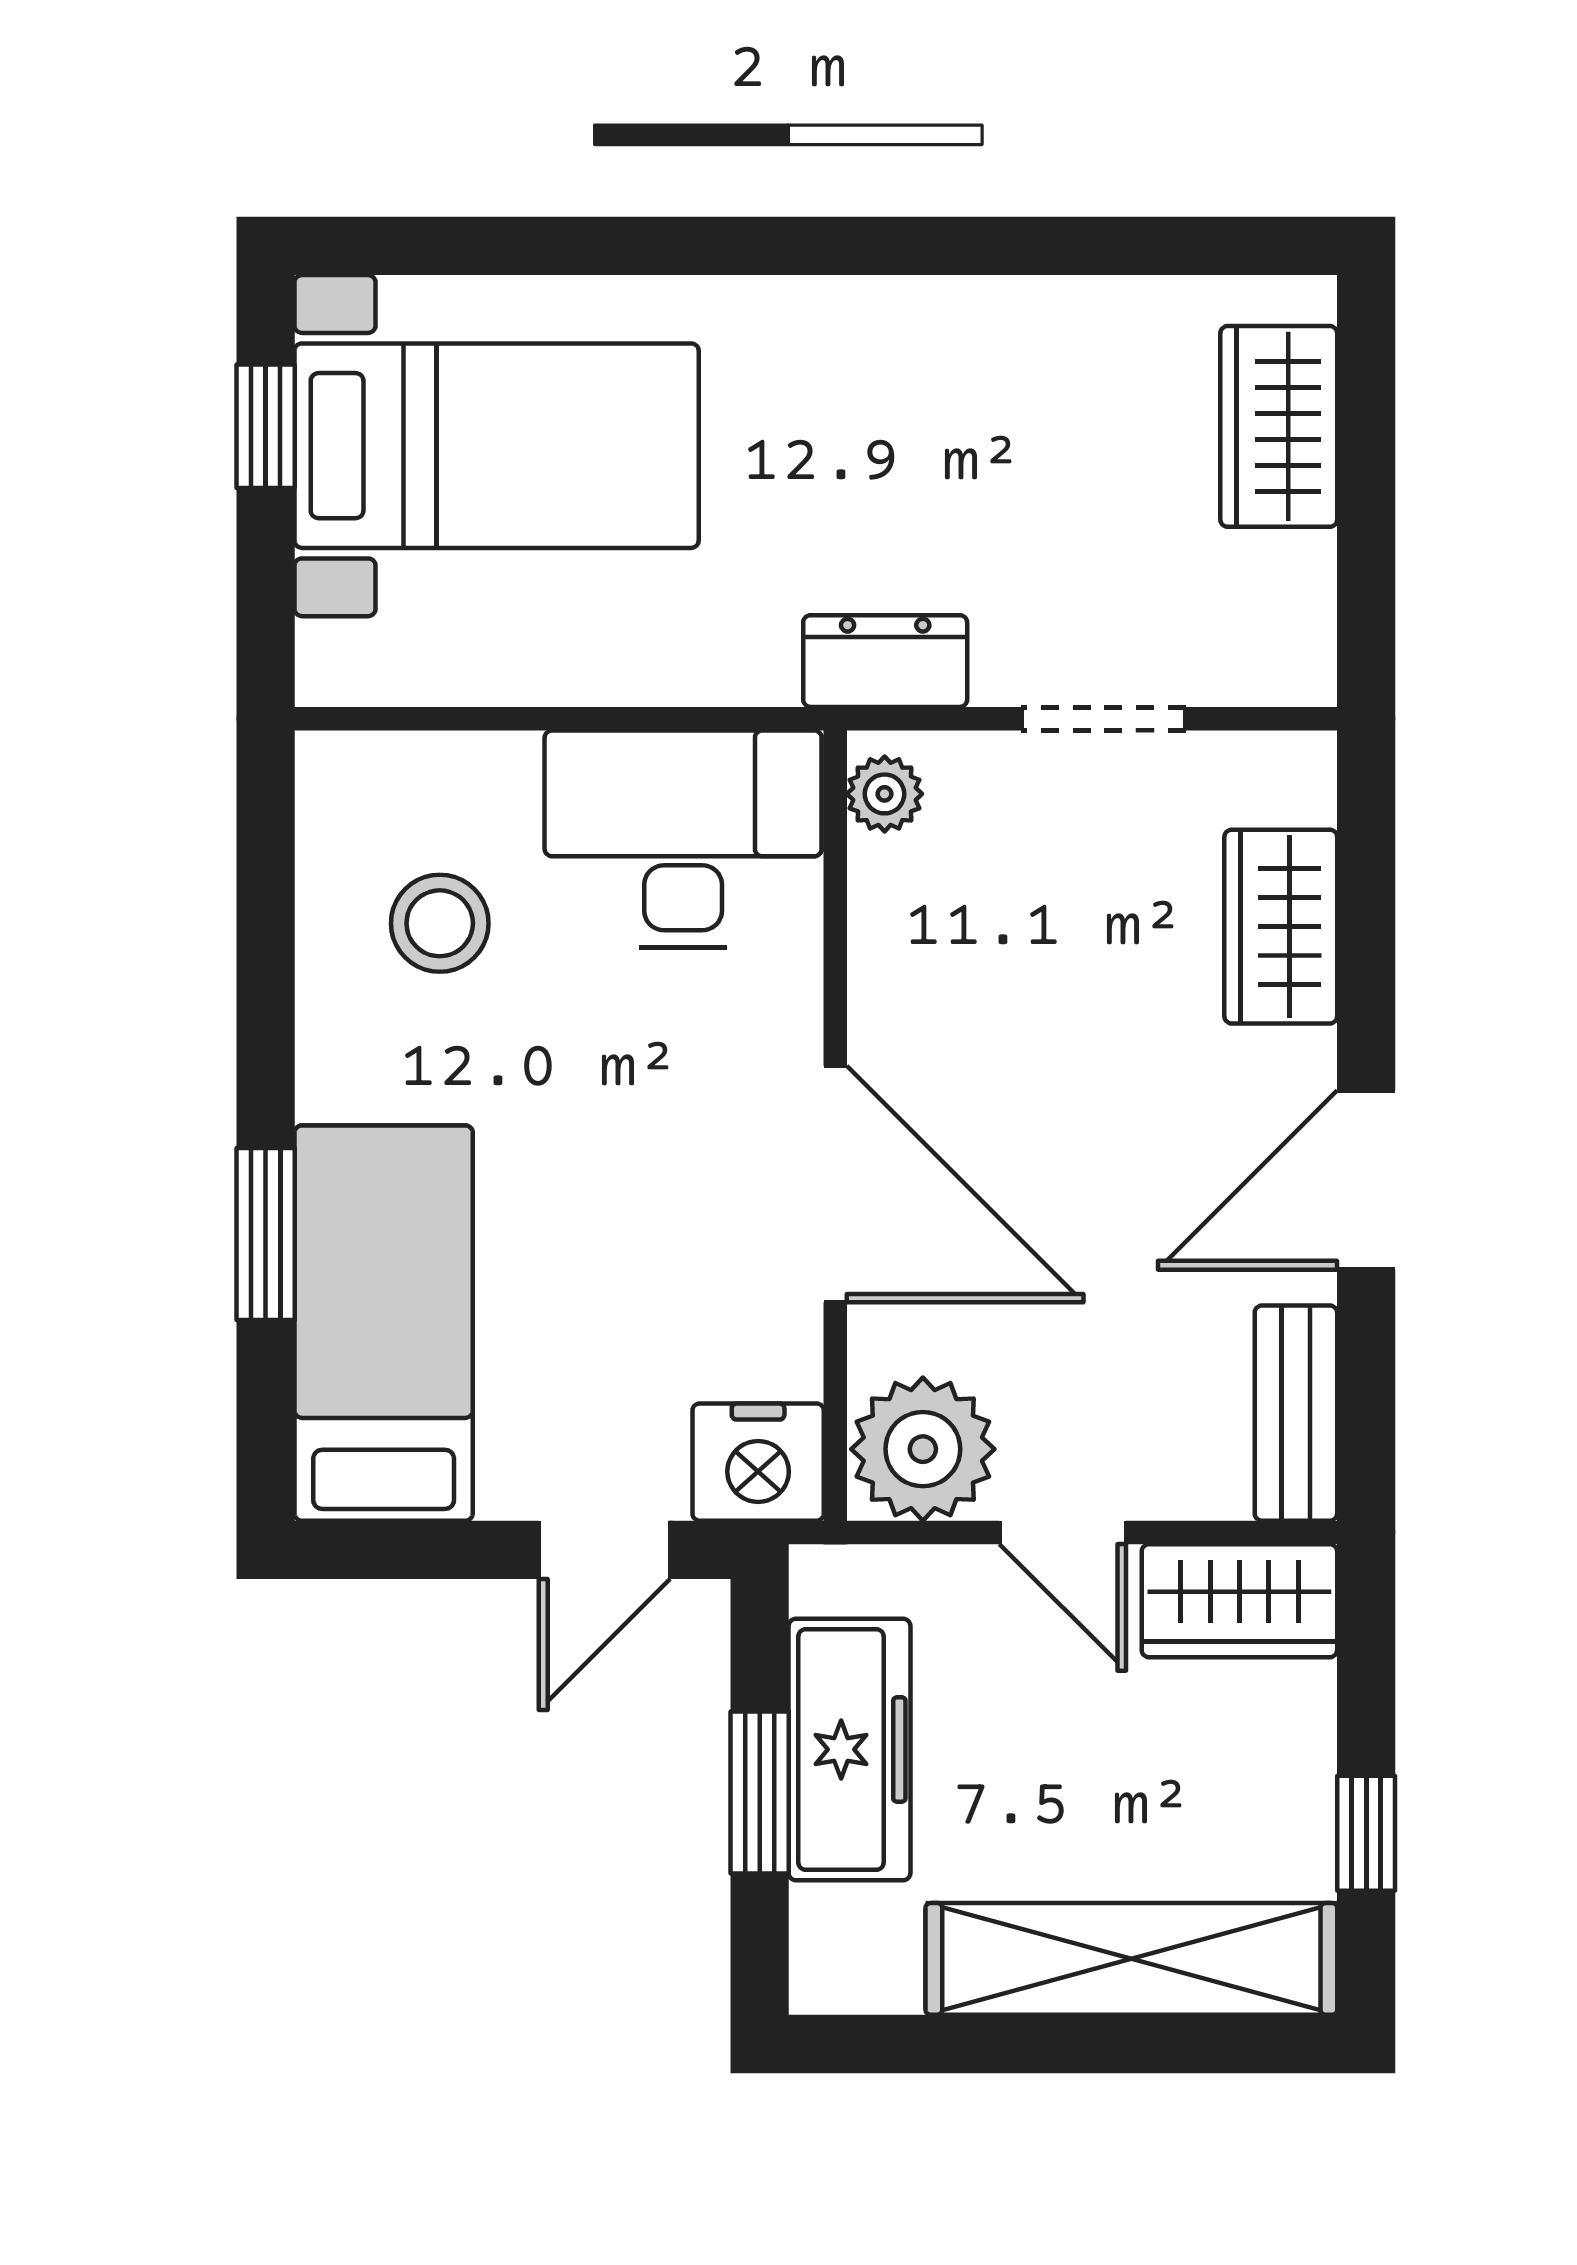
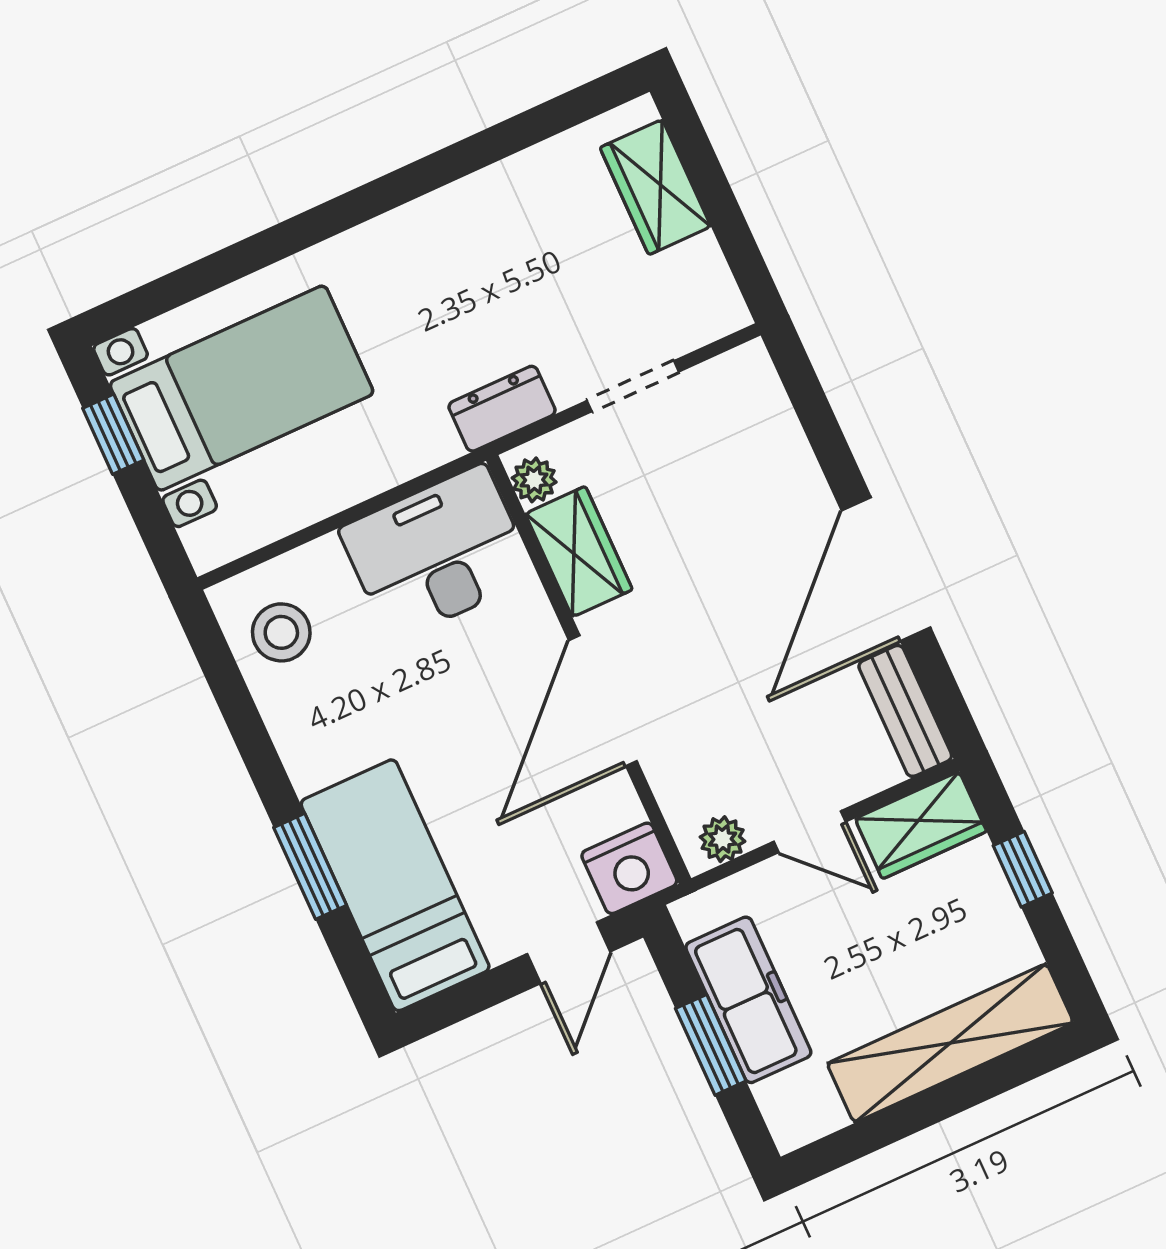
stool: (440, 923) -> (281, 632), moved
wardrobe: (1281, 927) -> (579, 552), moved, turned 180
door: (1366, 1180) -> (886, 569), width x1.36
door: (835, 1184) -> (603, 701), swing flipped
plant: (923, 1449) -> (723, 839), width x0.53, depth x0.53
window: (1366, 1833) -> (1023, 869), moved

